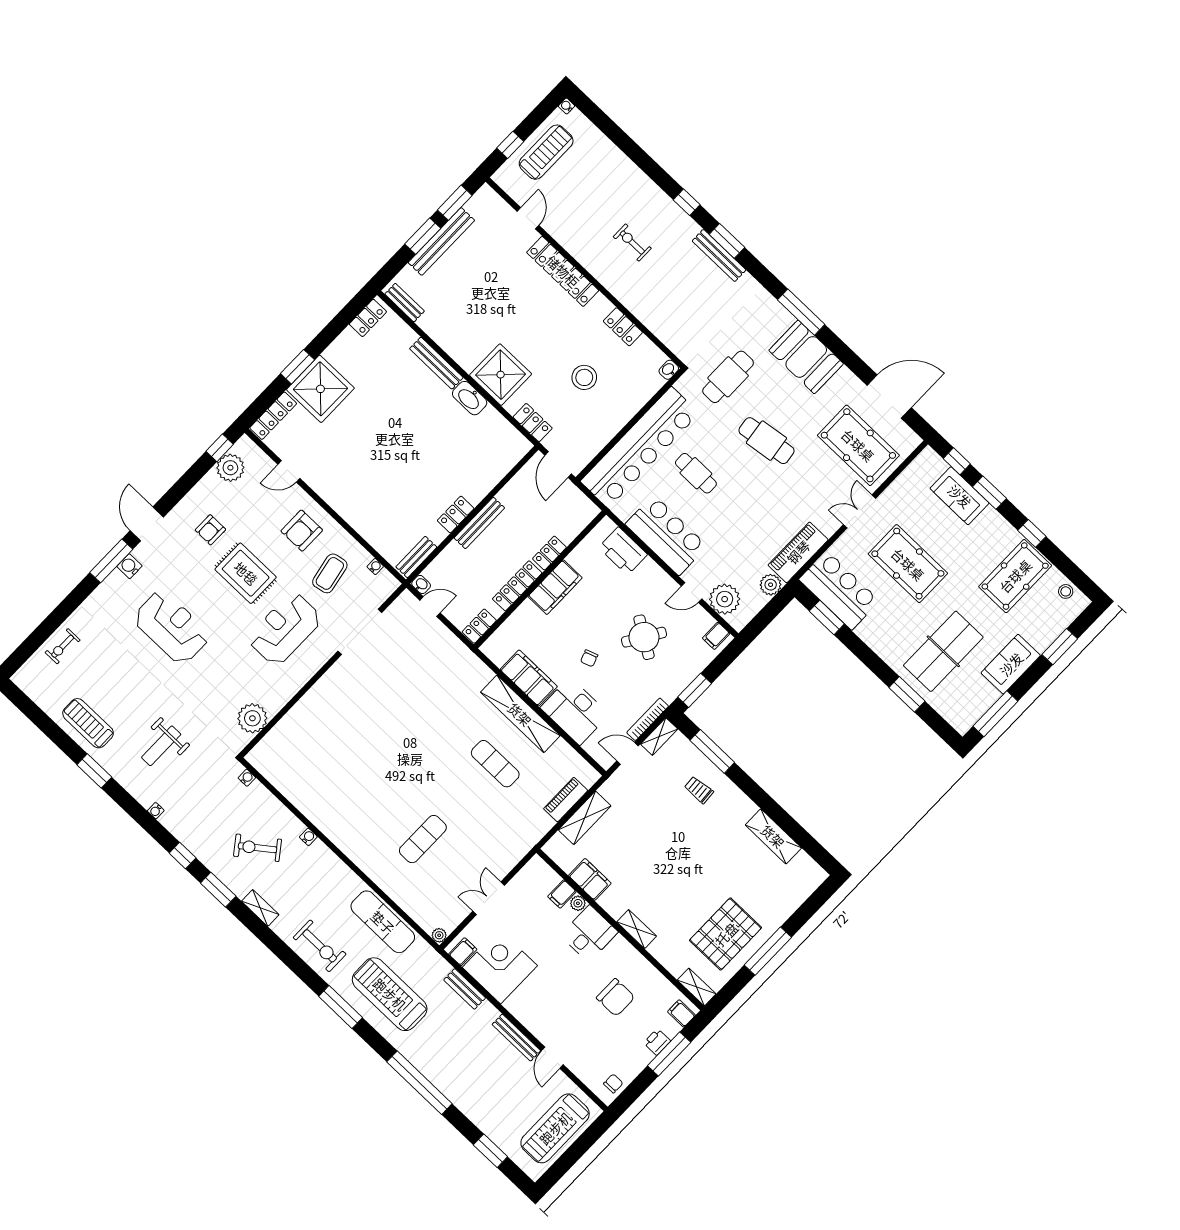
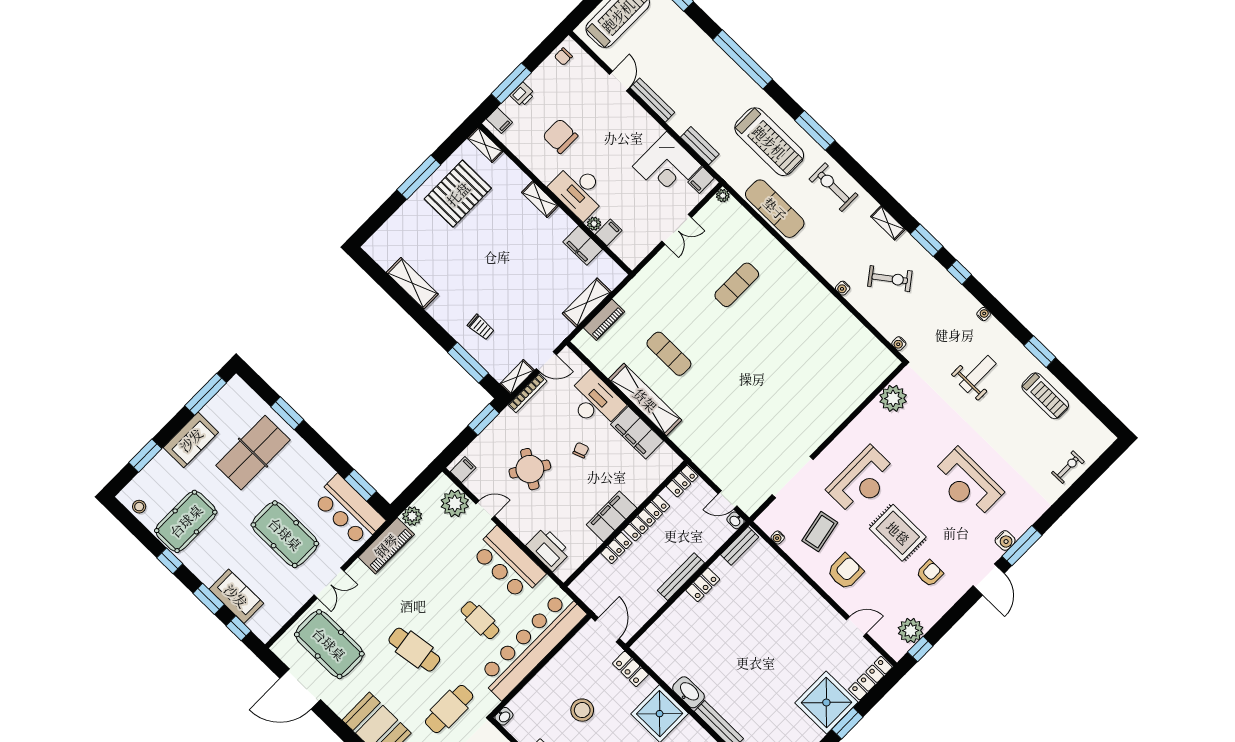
desk: (589, 934) -> (579, 191), width x1.37

